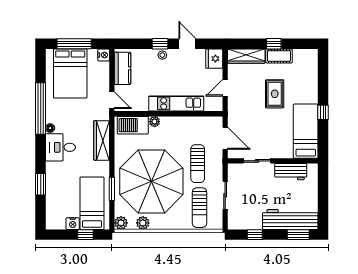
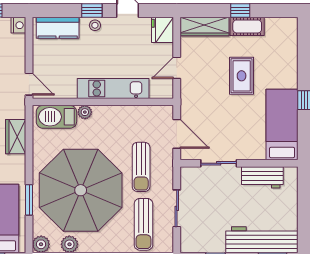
kitchen counter: (122, 68) -> (58, 28), moved, turned 90
wardrobe: (102, 140) -> (16, 137), width x0.67

